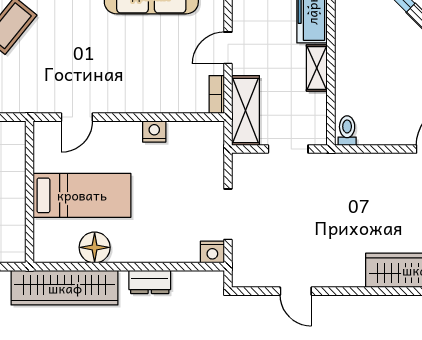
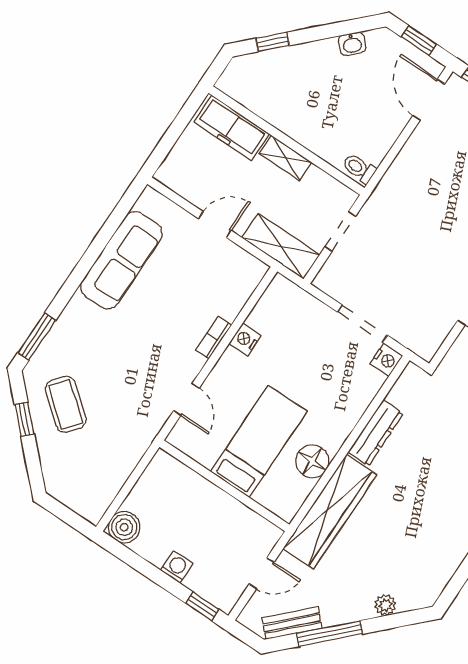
door: (228, 48) -> (215, 225), swing flipped
bookcase: (217, 95) -> (214, 338), moved, turned 90
dresser: (150, 282) -> (376, 433), width x1.44

